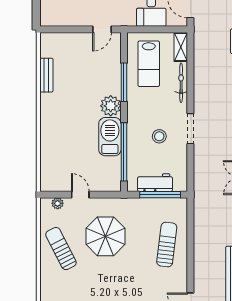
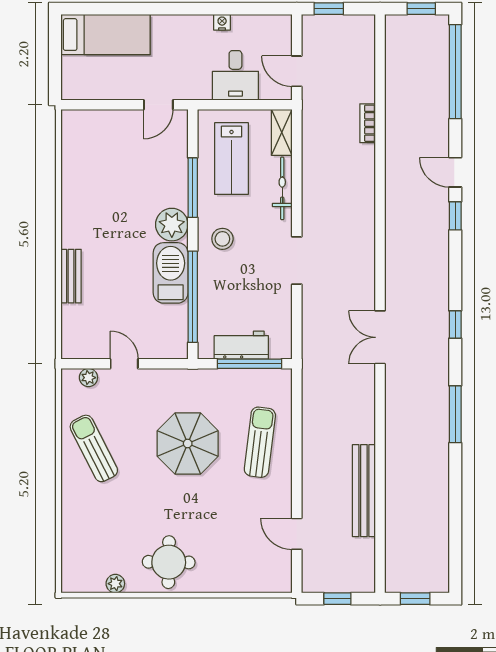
bench: (46, 75) -> (71, 276), moved
stool: (159, 136) -> (222, 239), moved
parasol: (105, 236) -> (188, 443), moved

